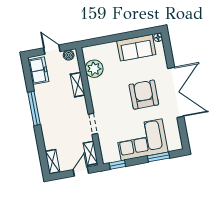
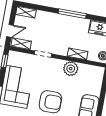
plant: (94, 69) -> (71, 69), moved
door: (81, 172) -> (10, 31), hinge flipped

